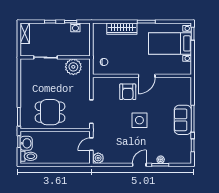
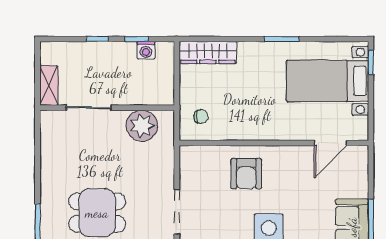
wardrobe: (122, 29) -> (208, 52), moved
shelving: (25, 33) -> (49, 85), moved
door: (147, 76) -> (330, 143), moved

